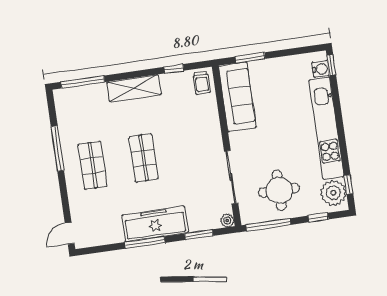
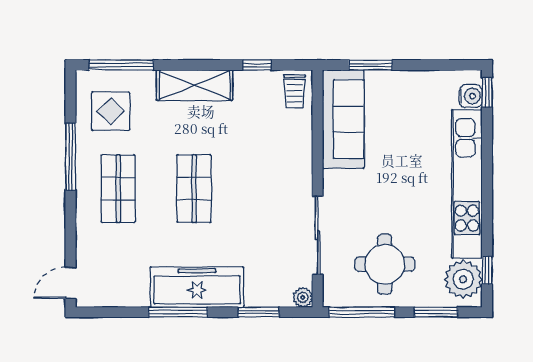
display table: (80, 114) -> (111, 111), added
window: (318, 218) -> (436, 312), width x1.50

